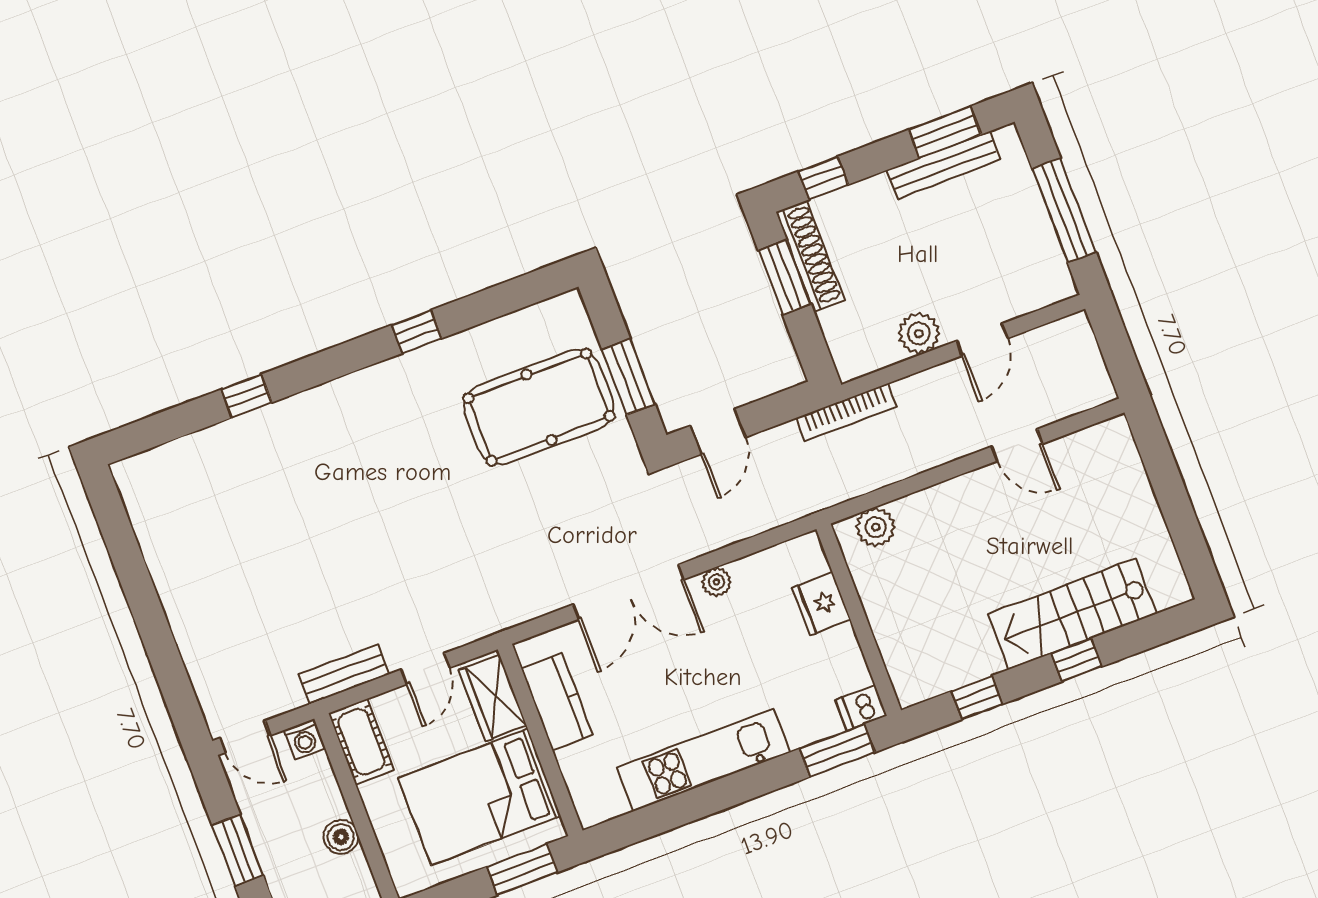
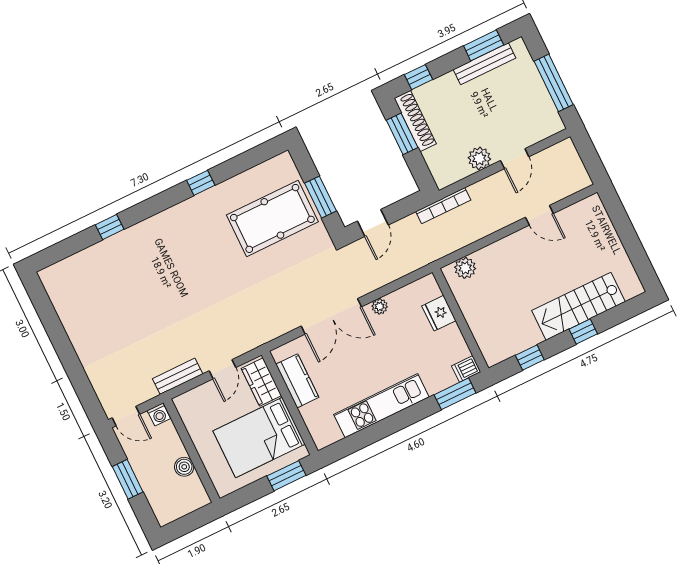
cot: (361, 742) -> (191, 413), removed

